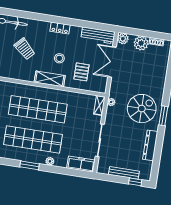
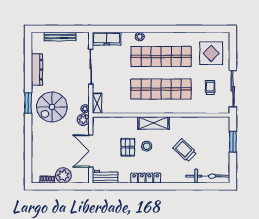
locker: (60, 28) -> (146, 178), width x1.53
workbench: (98, 35) -> (105, 177), width x0.73
plant: (123, 39) -> (83, 120), moved
double door: (112, 62) -> (91, 151), swing flipped
pallet: (82, 72) -> (128, 147), moved
window: (30, 165) -> (160, 29), removed
window: (135, 182) -> (47, 29), removed

